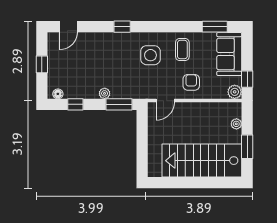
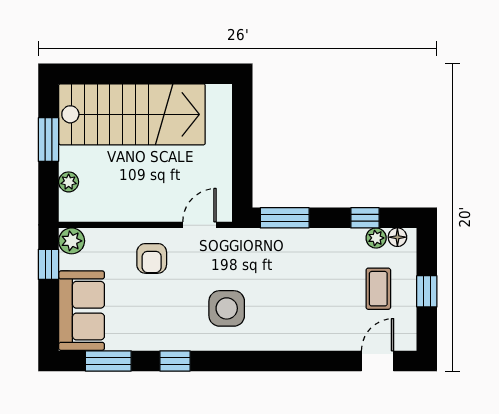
window: (122, 27) -> (175, 361), moved
coffee table: (182, 50) -> (378, 289), moved
plant: (105, 93) -> (376, 238), moved

